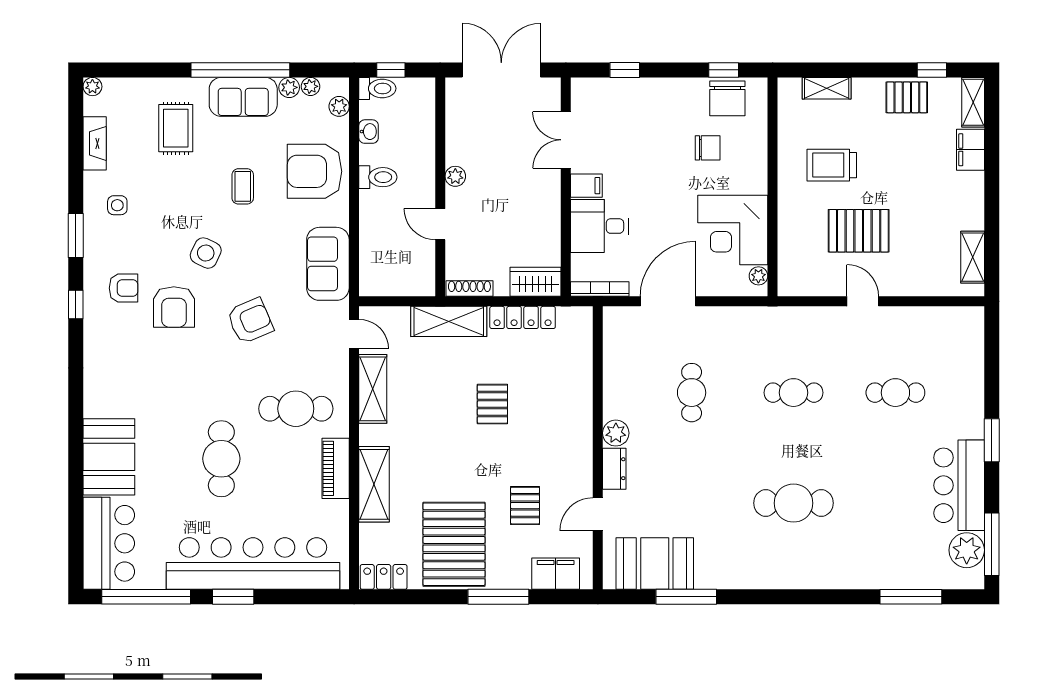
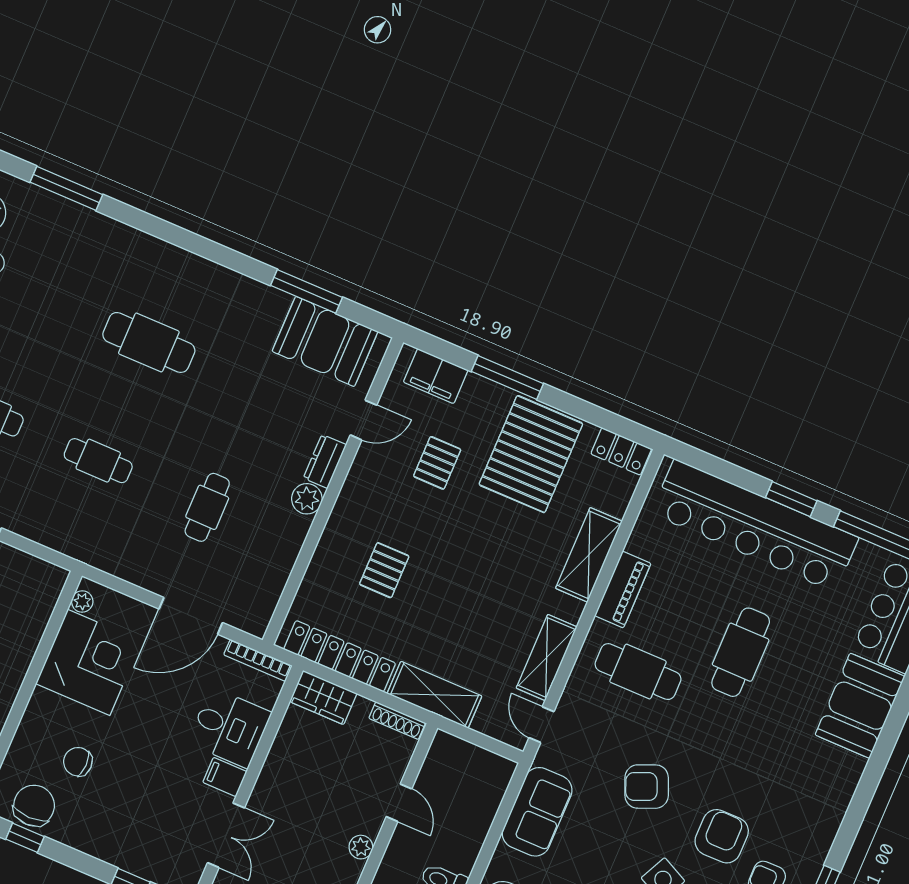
locker: (523, 317) -> (340, 656), width x1.41, depth x1.21
pallet: (492, 404) -> (384, 570), moved

